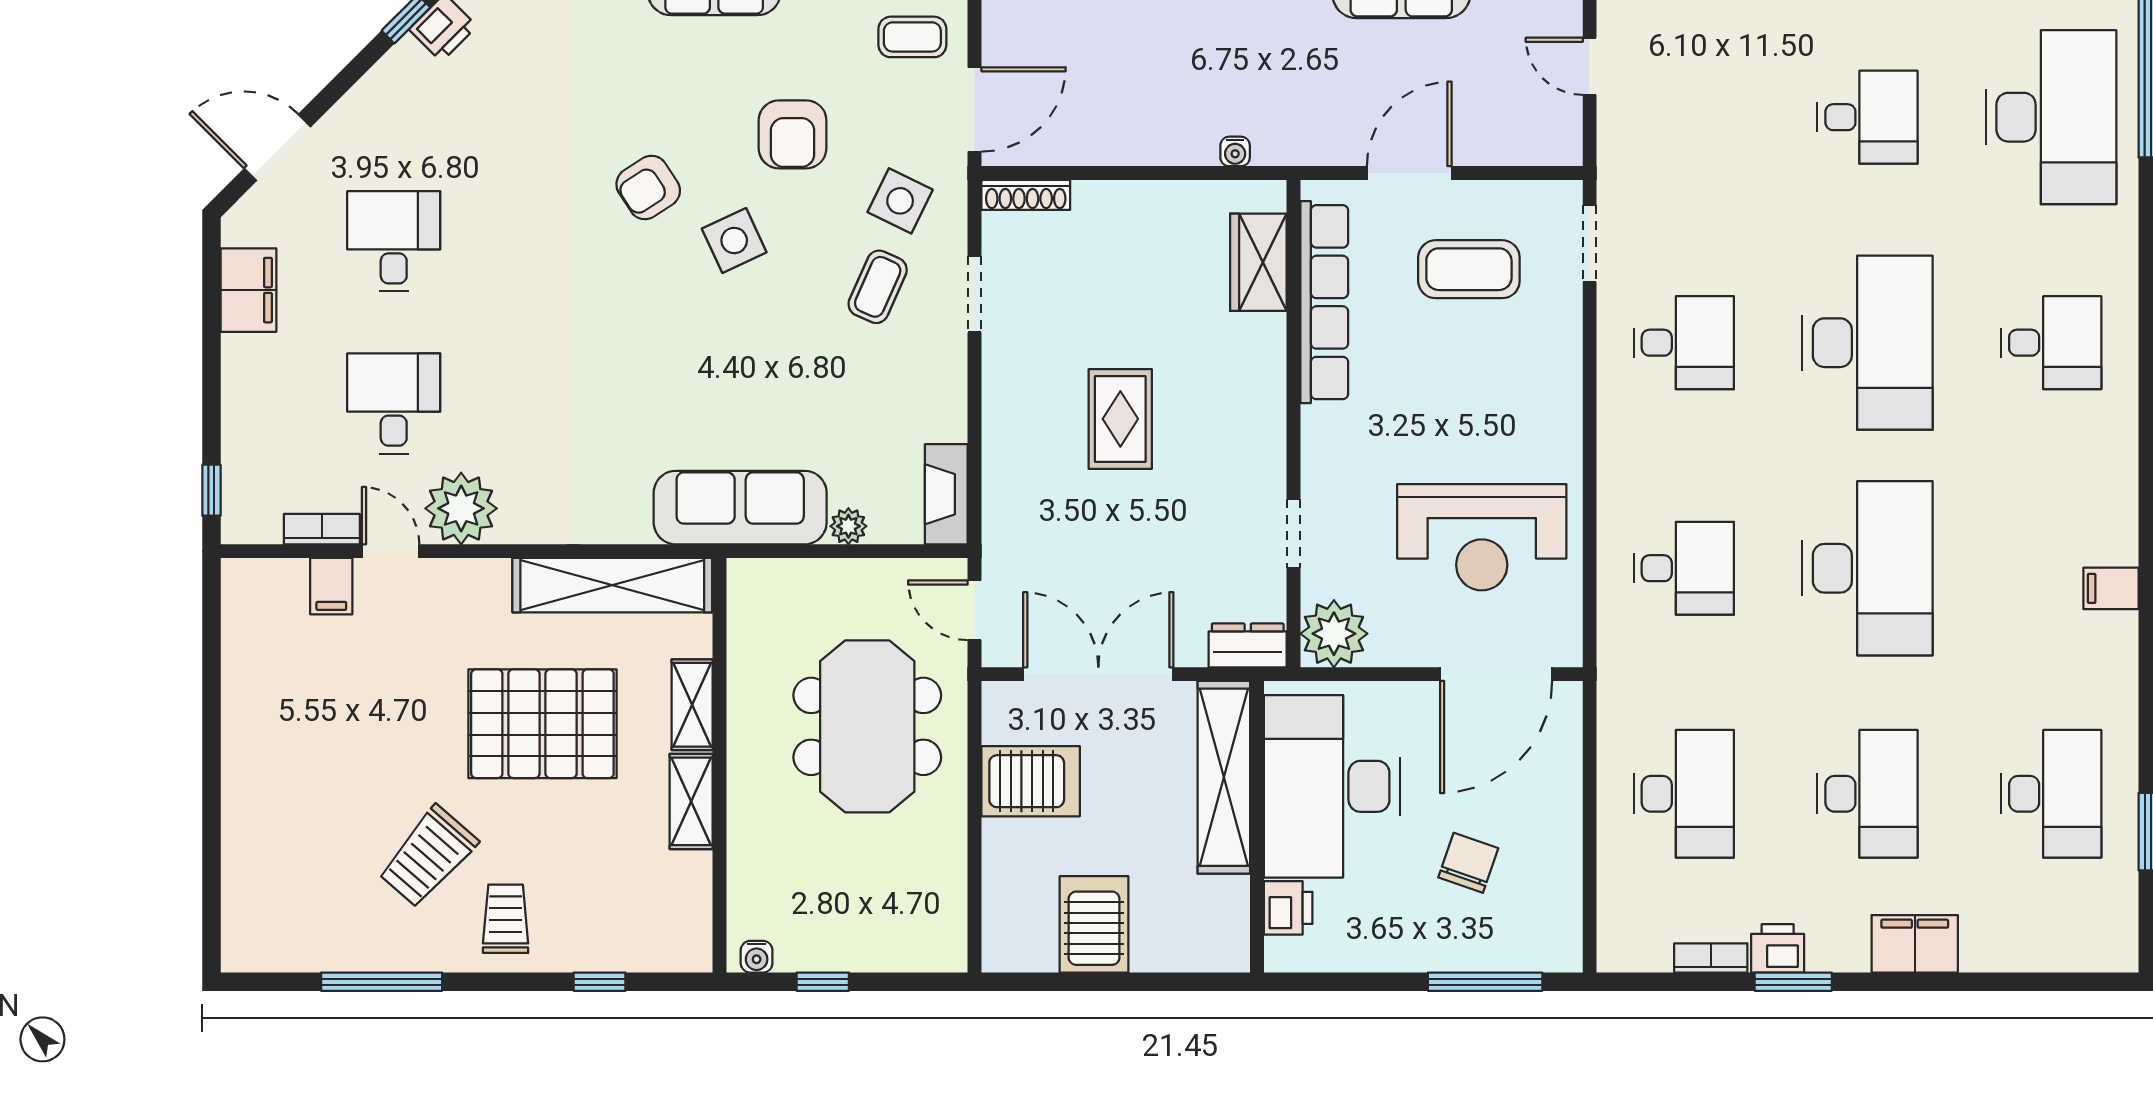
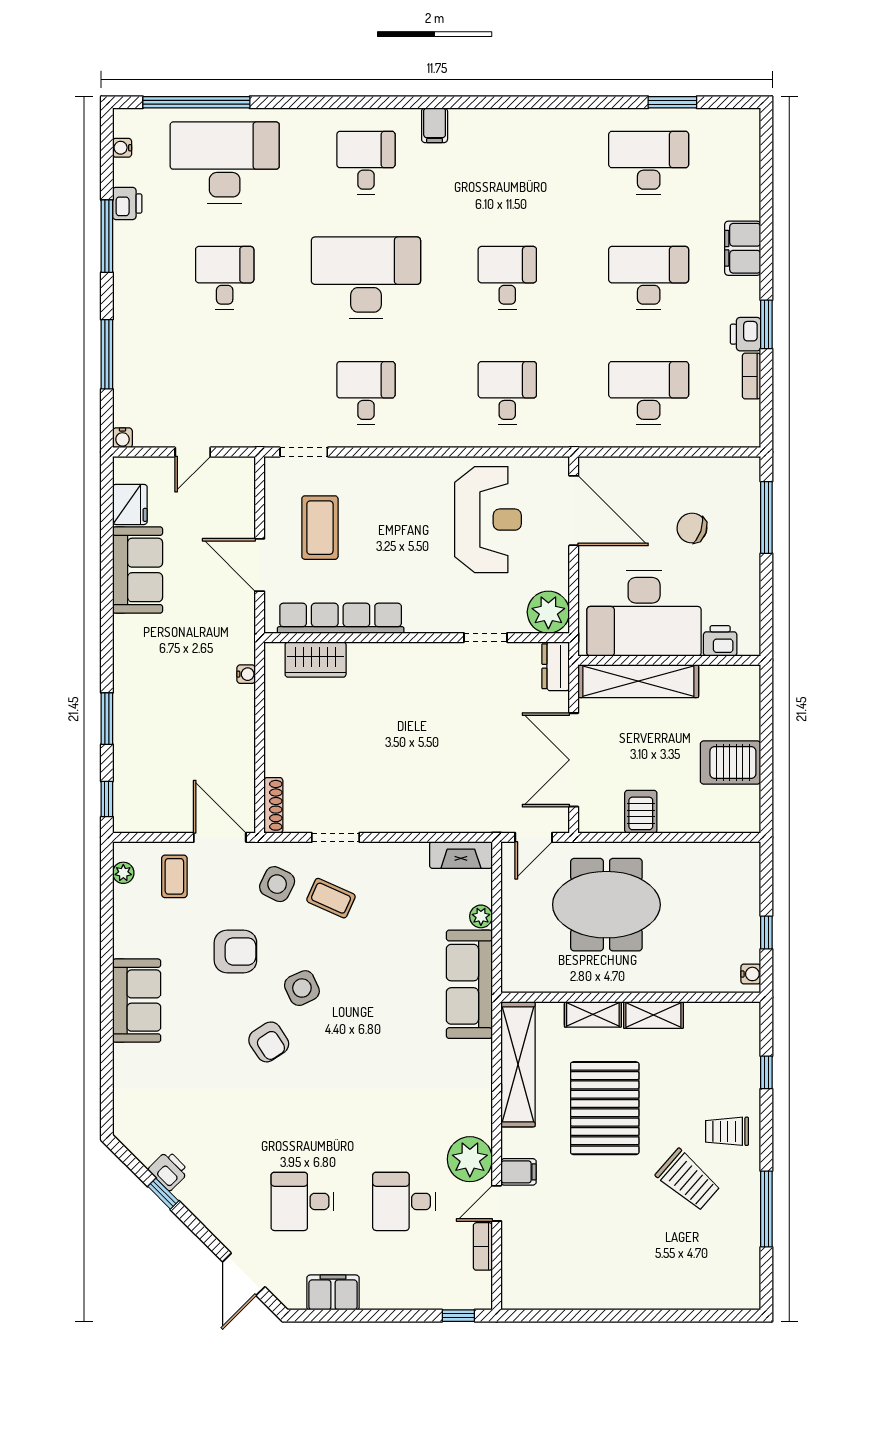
rug: (1120, 419) -> (414, 746), removed
desk: (1867, 568) -> (507, 278), width x0.53, depth x0.77
filing cabinet: (331, 586) -> (519, 1172), moved
filing cabinet: (2111, 588) -> (435, 125), moved
server rack: (1031, 781) -> (641, 812), width x0.73, depth x0.70

